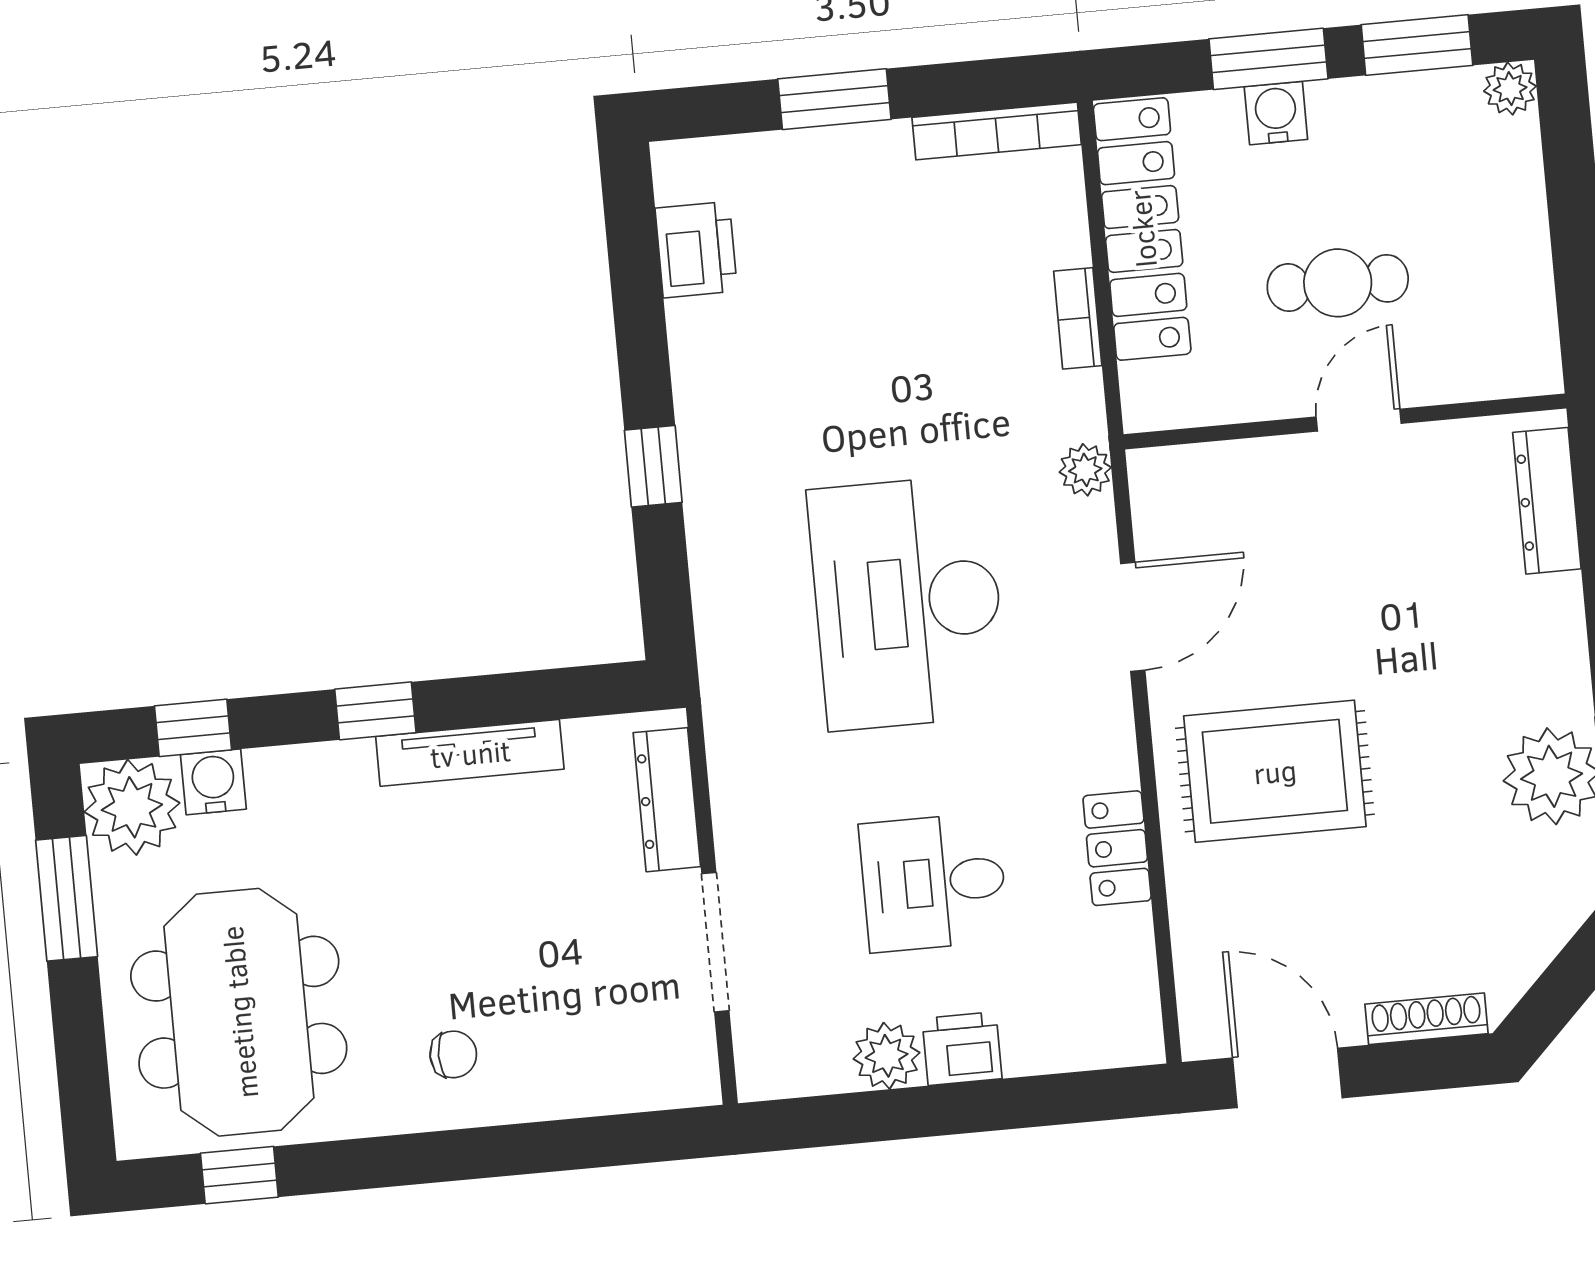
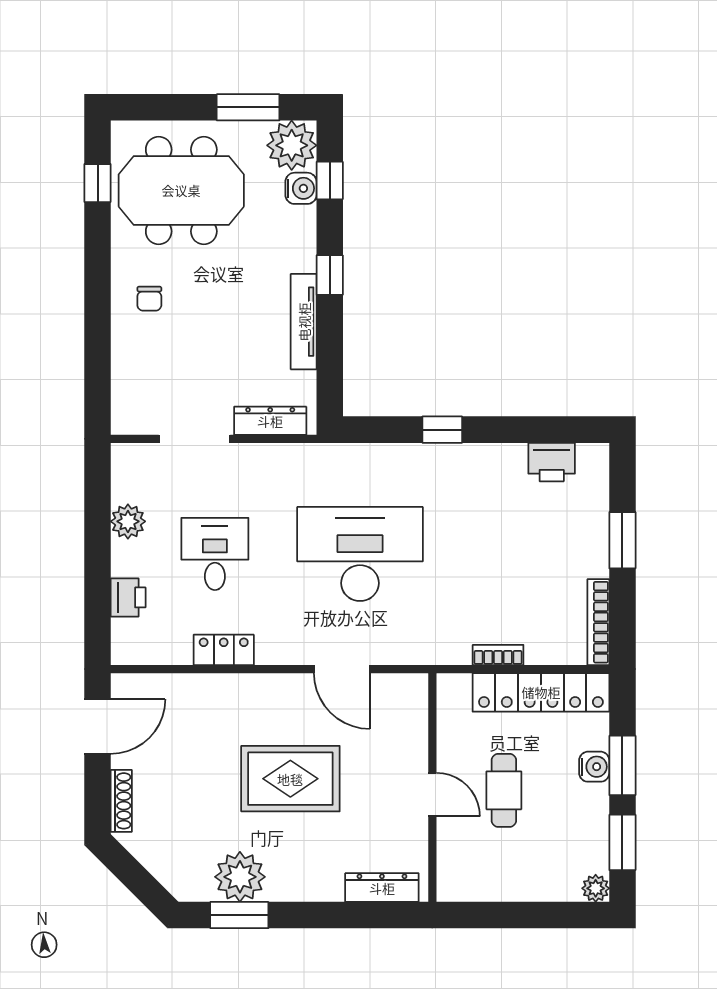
plant: (1085, 470) -> (420, 652), removed
rug: (1275, 771) -> (290, 779), moved, turned 90
printer: (962, 1049) -> (128, 597), moved

